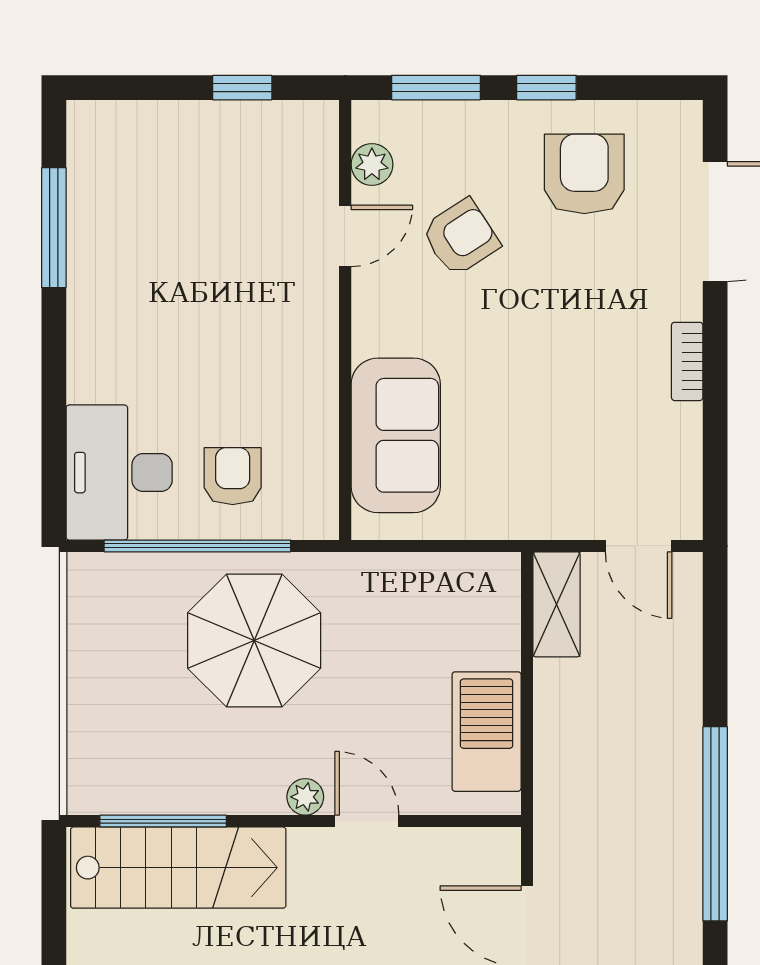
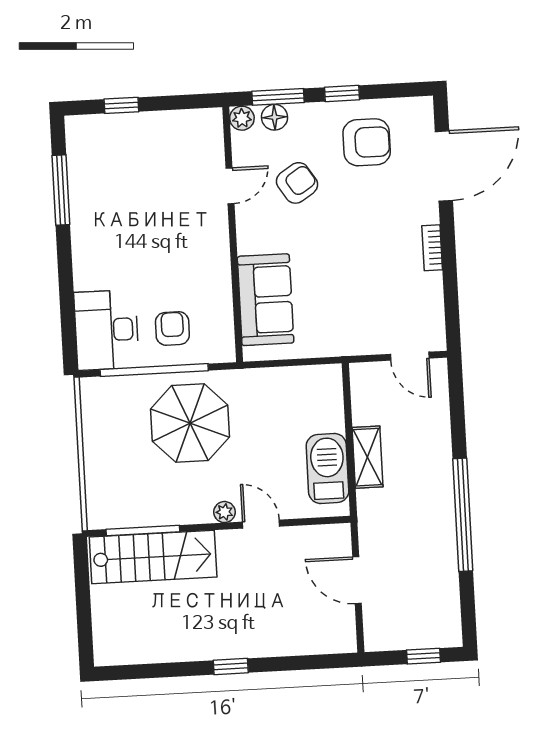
window: (242, 88) -> (121, 105), moved
floor lamp: (428, 122) -> (275, 117), added
plant: (372, 165) -> (242, 118), moved
armchair: (584, 174) -> (367, 142), turned 90
shelving: (556, 604) -> (367, 457), moved

